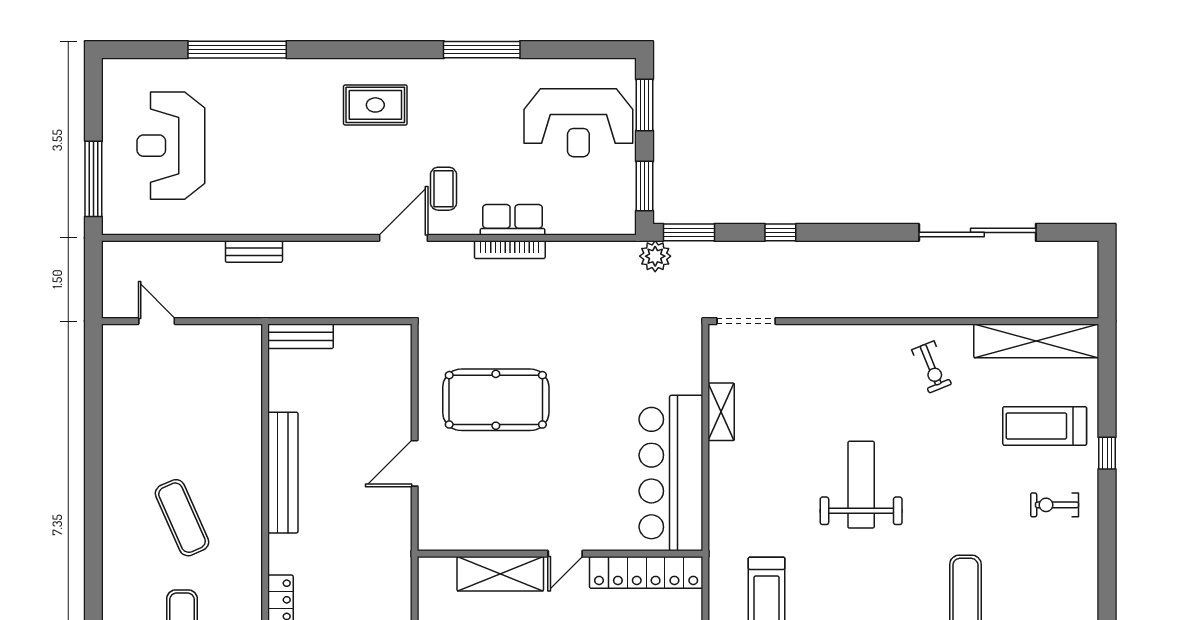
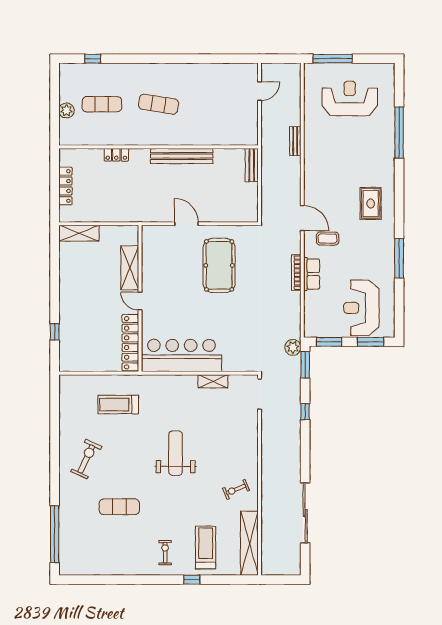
weight bench: (861, 485) -> (175, 453), turned -90
exercise mat: (182, 518) -> (159, 104), turned 33

